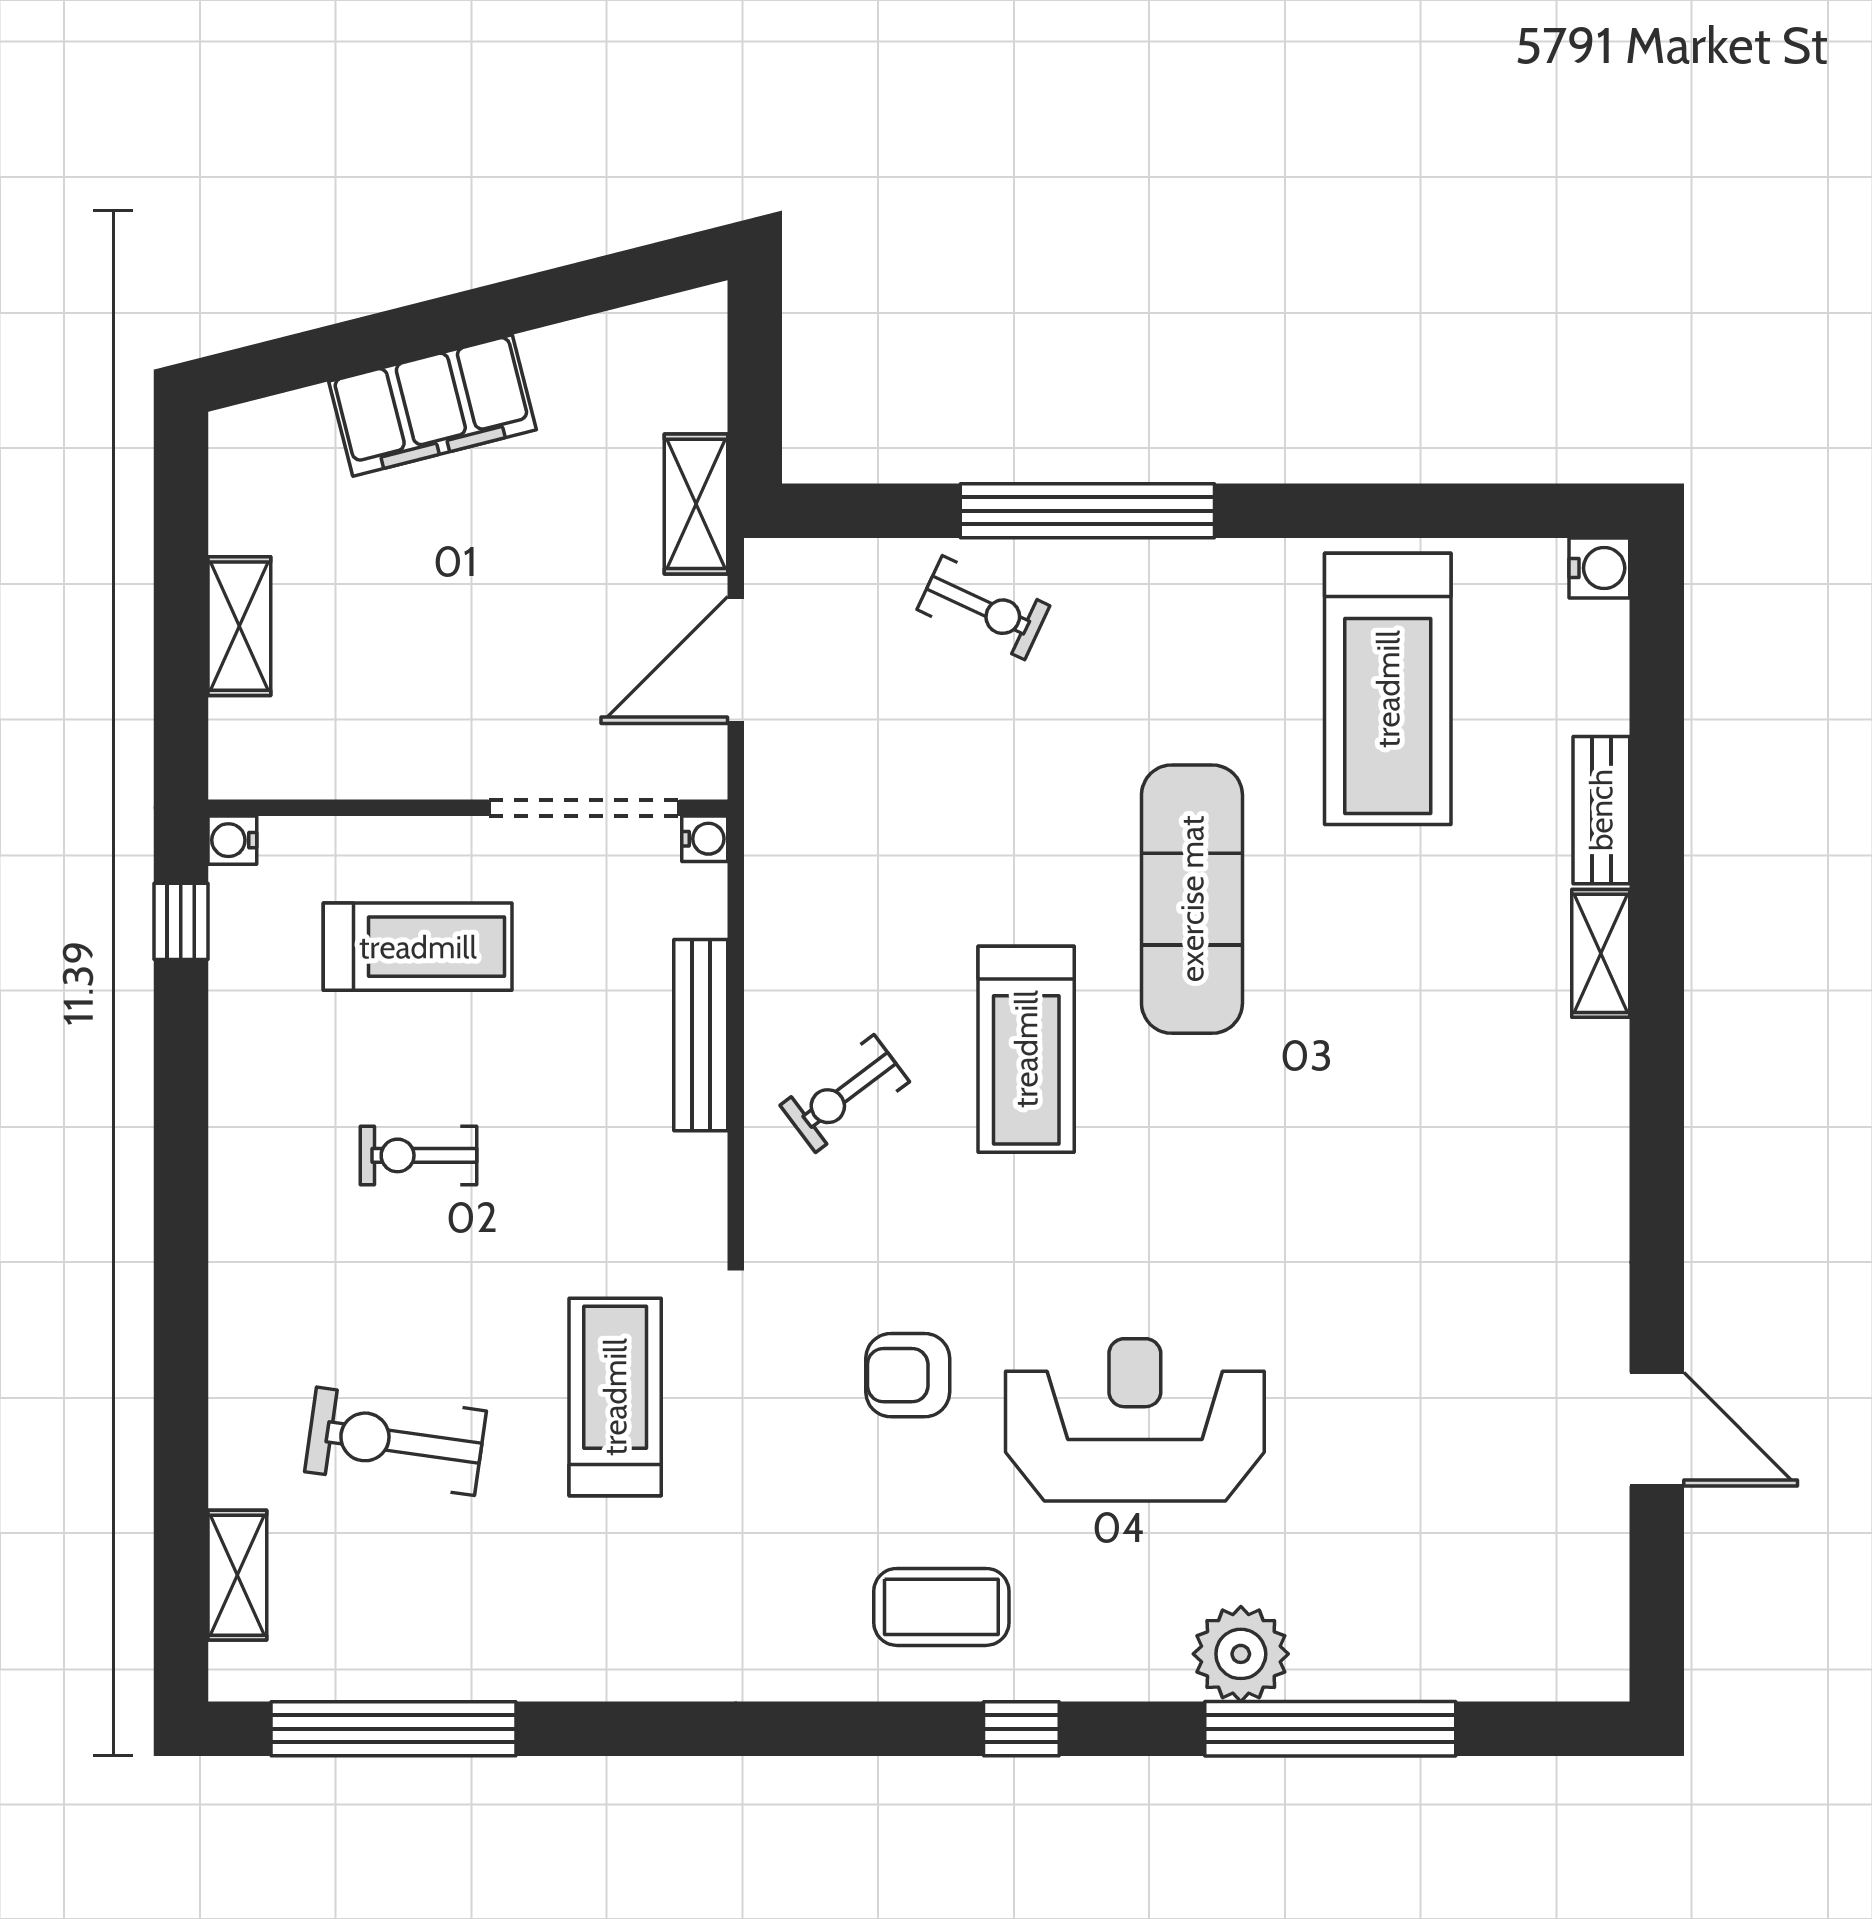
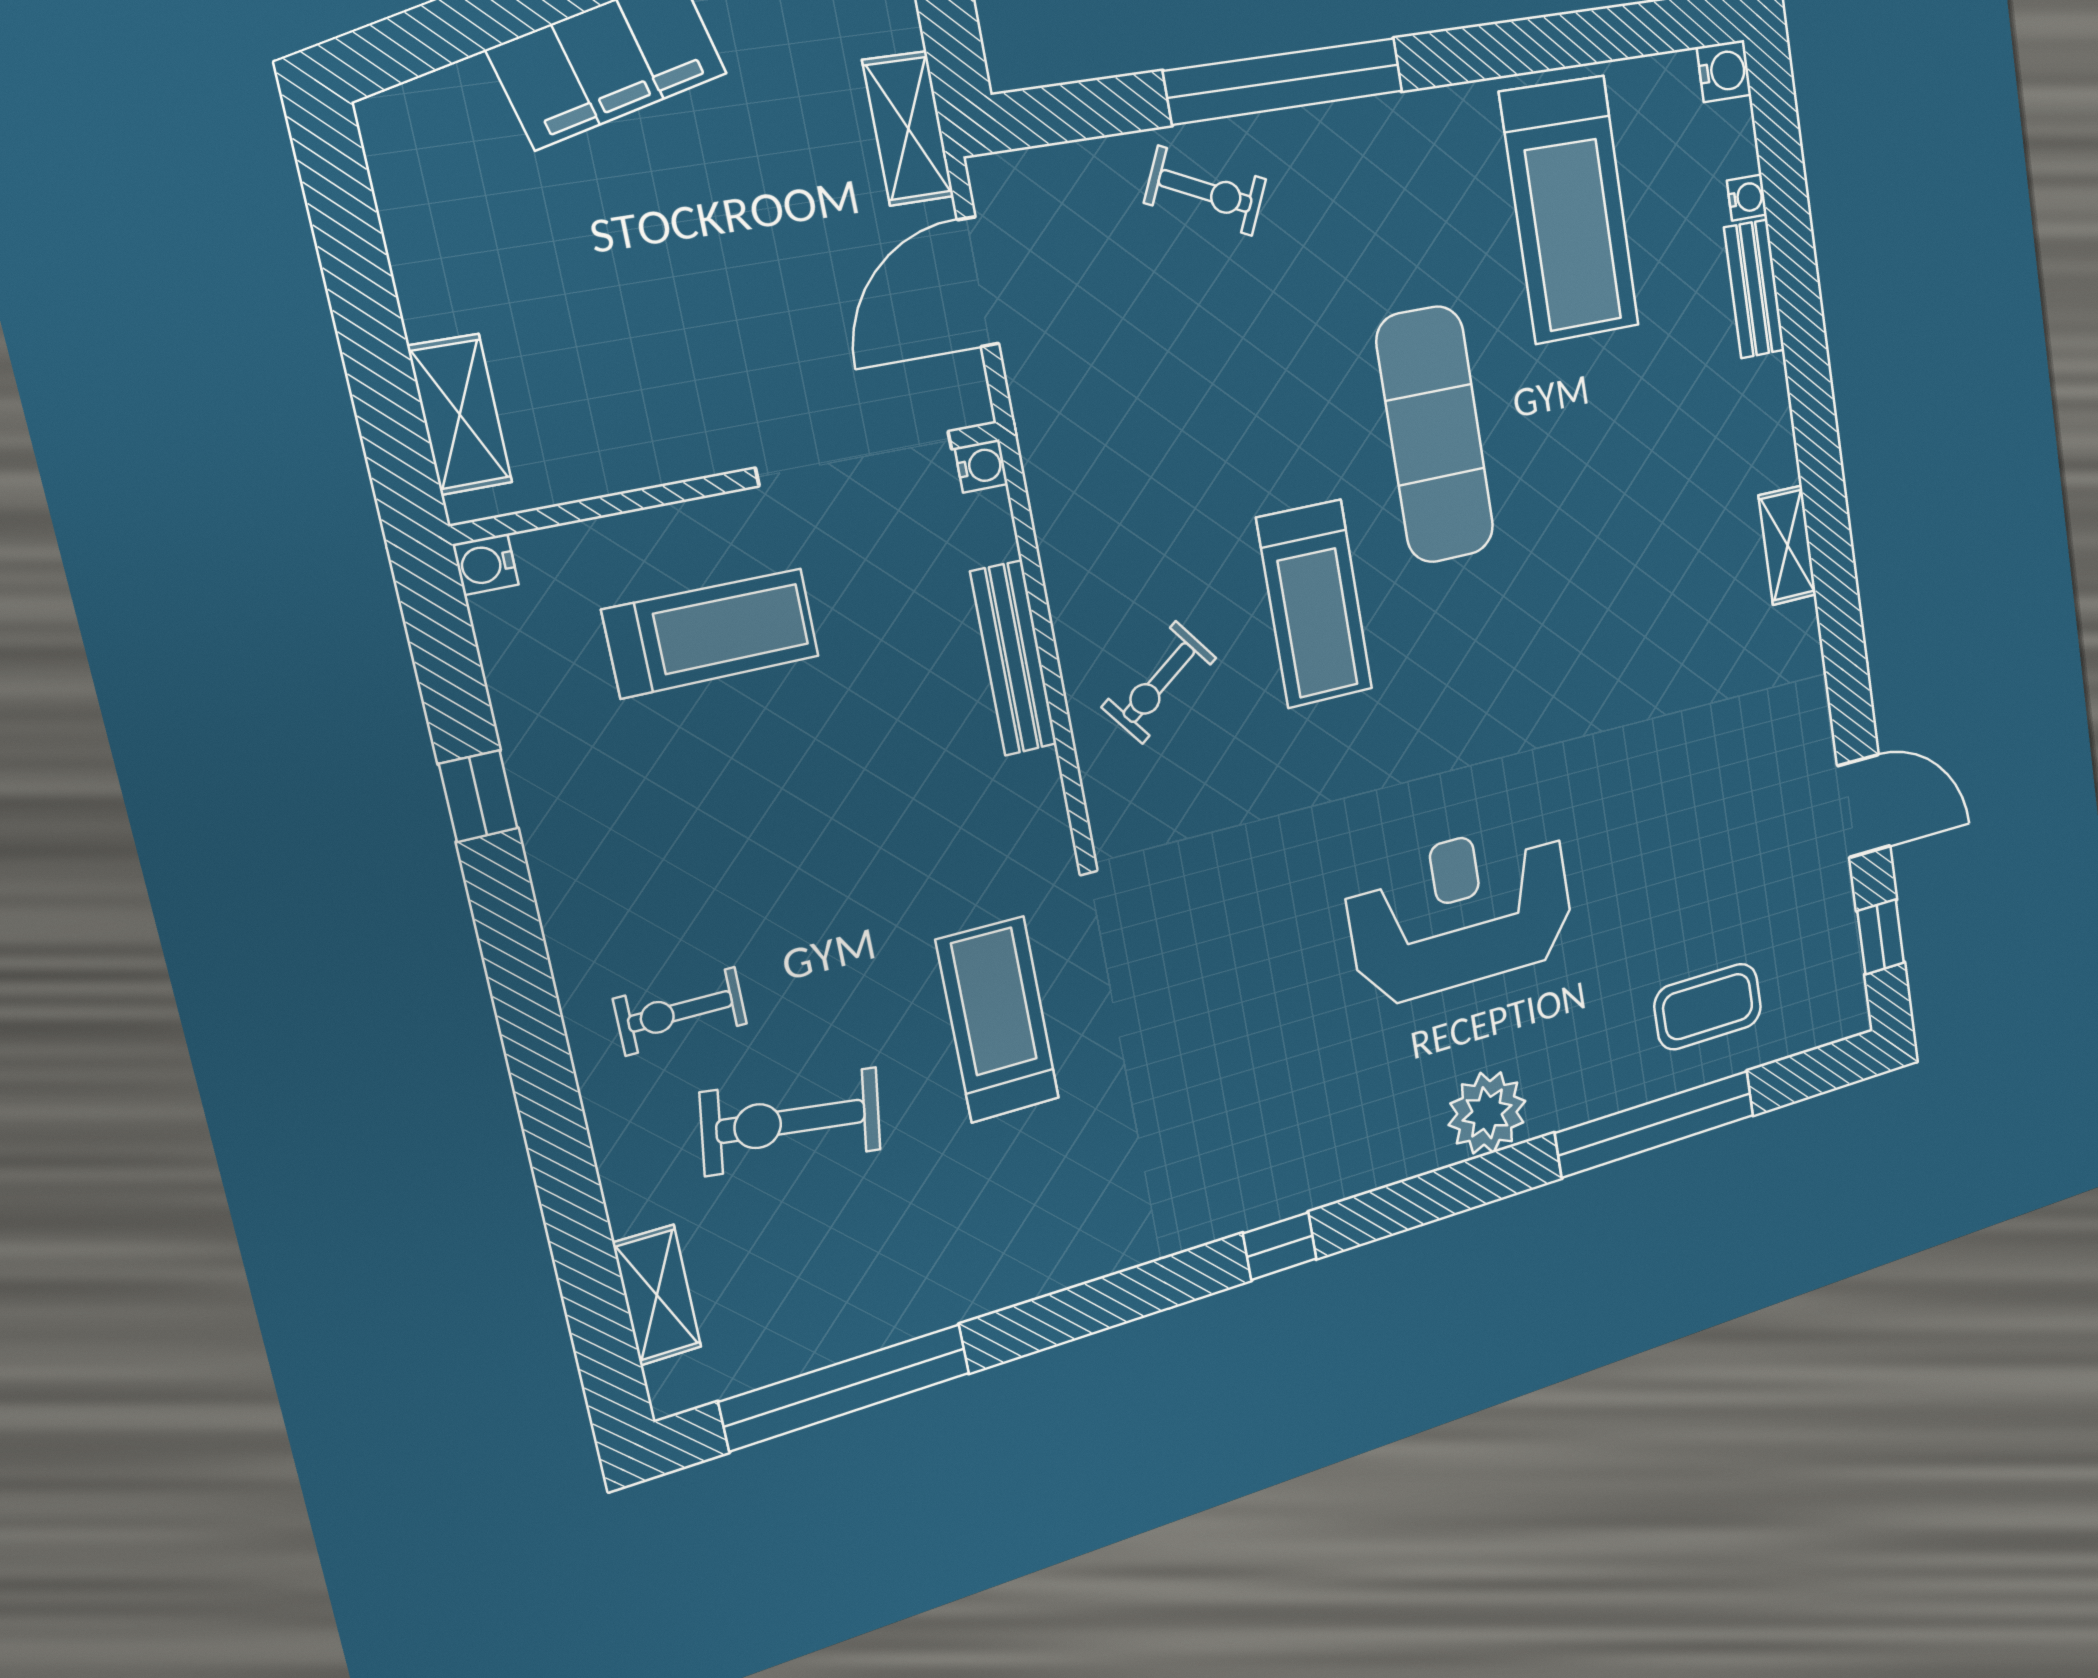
shelving: (239, 626) -> (460, 414), moved
water cooler: (1607, 709) -> (1747, 198), added
window: (181, 921) -> (478, 796), moved
shelving: (1601, 953) -> (1787, 545), moved
exercise bike: (418, 1155) -> (680, 1011), moved
armchair: (908, 1375) -> (1261, 926), removed
window: (1657, 1591) -> (1881, 937), added
coffee table: (941, 1607) -> (1708, 1007), moved
plant: (1241, 1654) -> (1487, 1113), moved
window: (1021, 1729) -> (1280, 1246), moved

